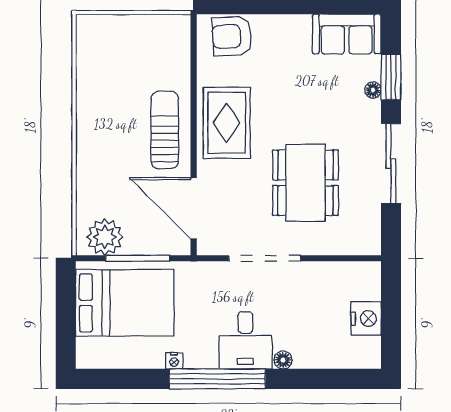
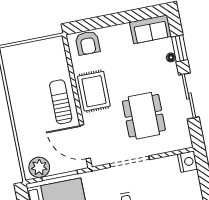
armchair: (232, 36) -> (88, 43), turned -87
nightstand: (366, 319) -> (187, 162), moved

